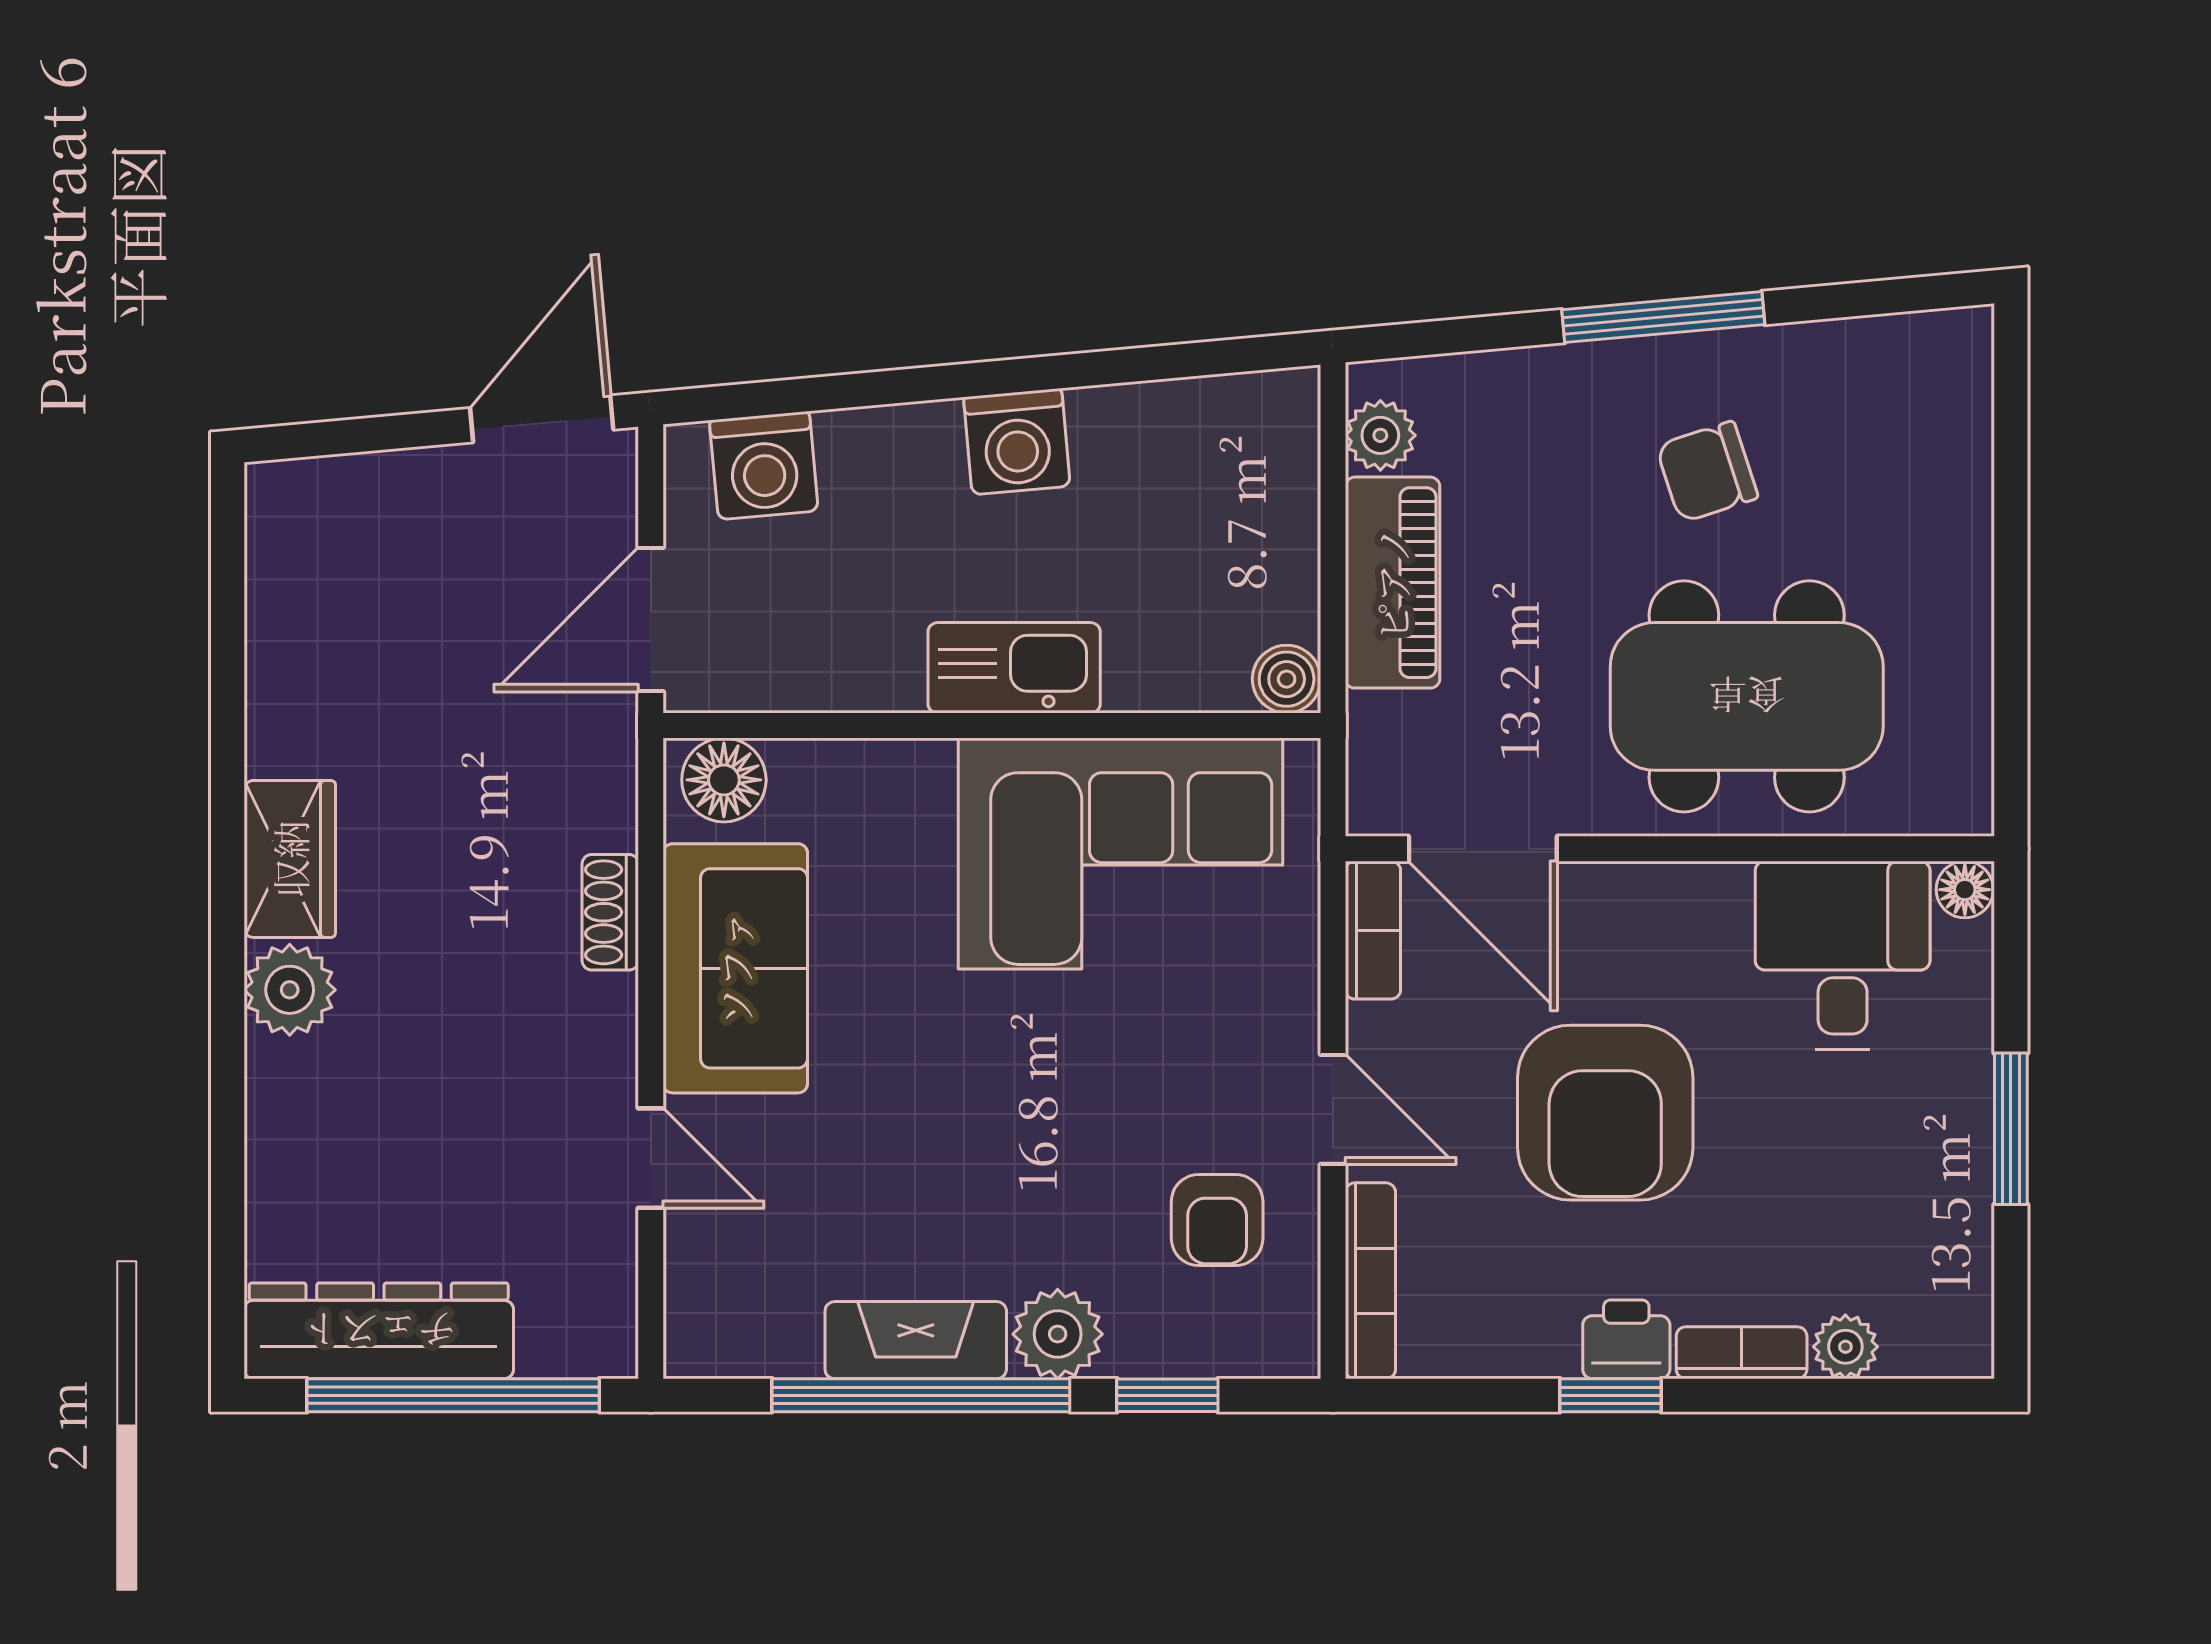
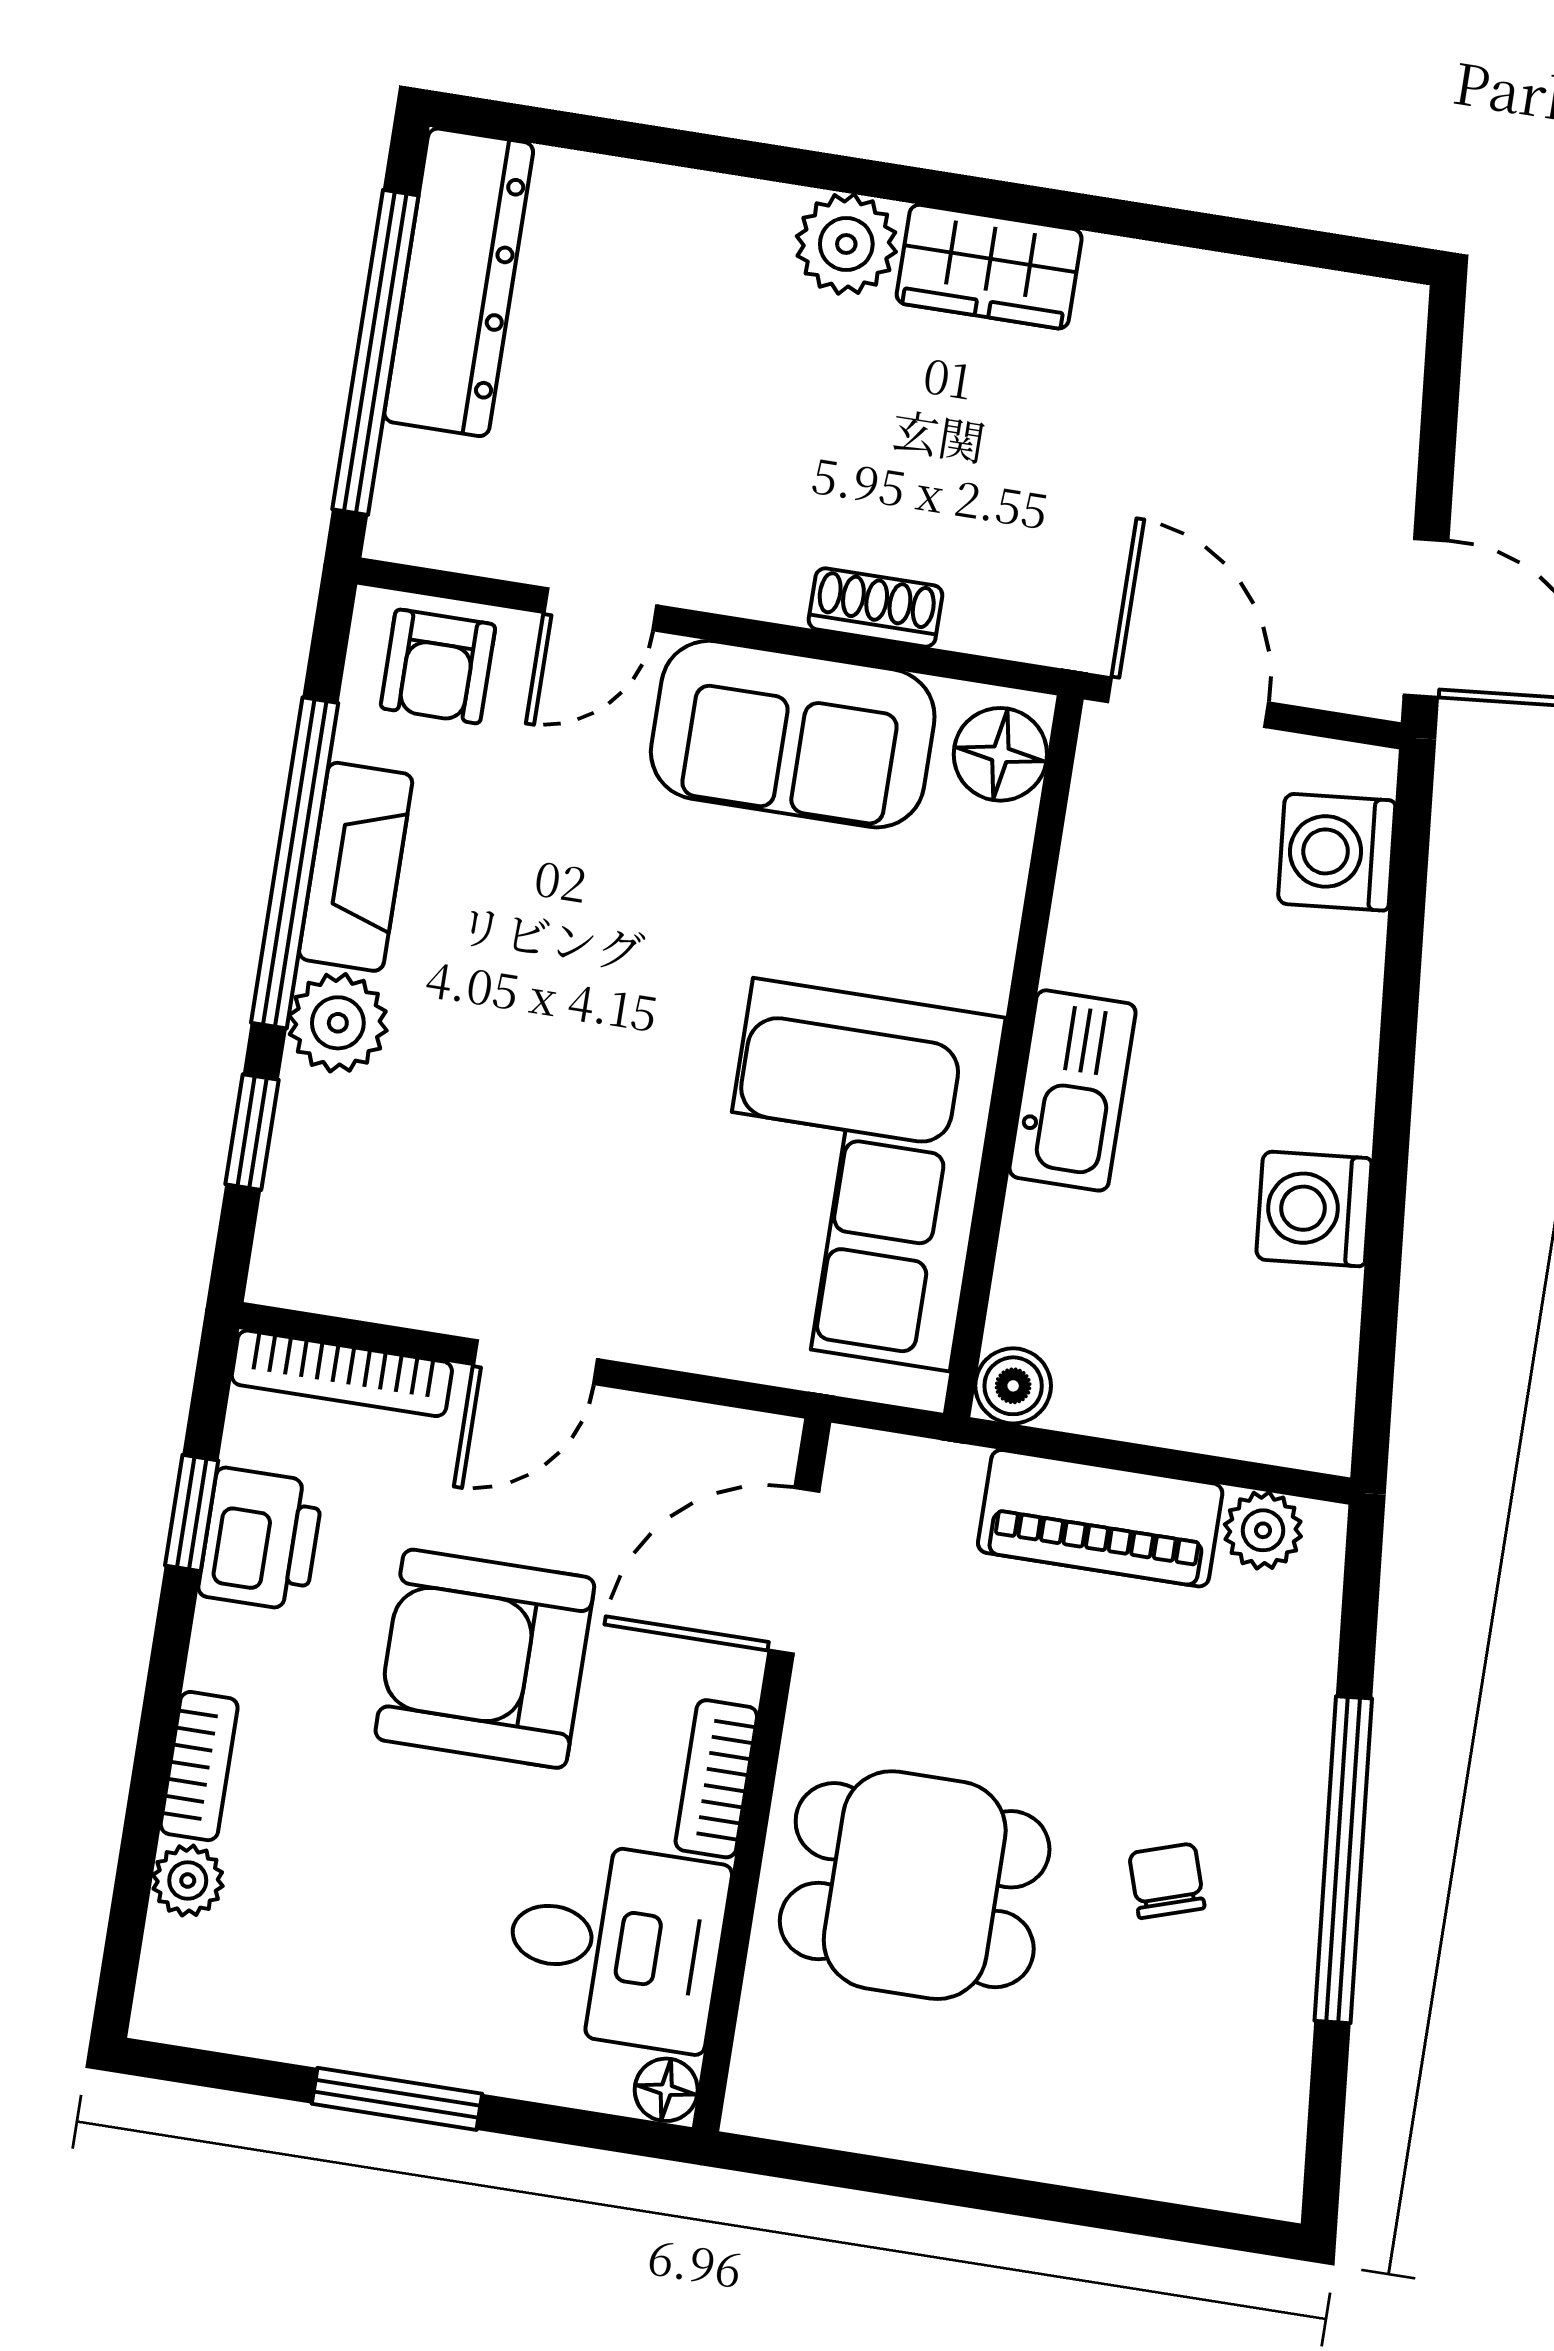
window: (1663, 317) -> (1343, 1860), width x1.46
washing machine: (1017, 442) -> (1314, 1209), moved
chair: (1707, 472) -> (1167, 1881), width x0.73, depth x0.73
dining table: (1747, 696) -> (915, 1885), width x0.73
bookcase: (1373, 930) -> (716, 1779), moved, turned 90
armchair: (1217, 1220) -> (438, 666), moved, turned -90
printer: (1626, 1339) -> (261, 1539), moved, width x1.36, depth x1.24
window: (1610, 1395) -> (192, 1513), moved

